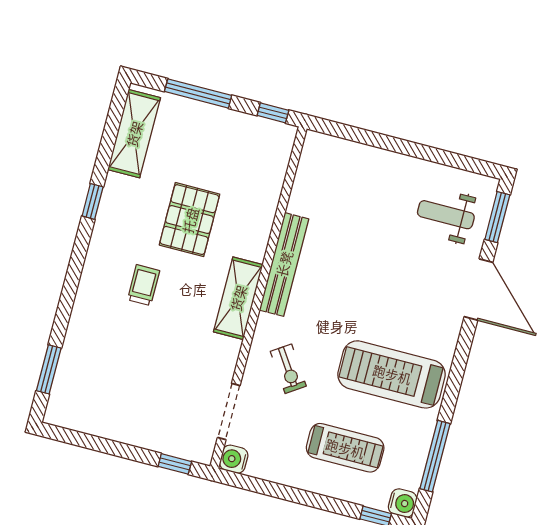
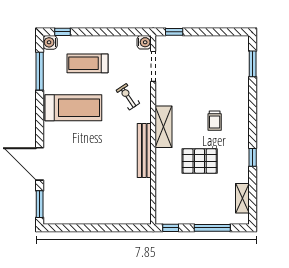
shelving: (134, 134) -> (242, 198), width x0.67, depth x0.75
weight bench: (446, 215) -> (67, 198), removed
pallet: (190, 220) -> (200, 161), turned 90

